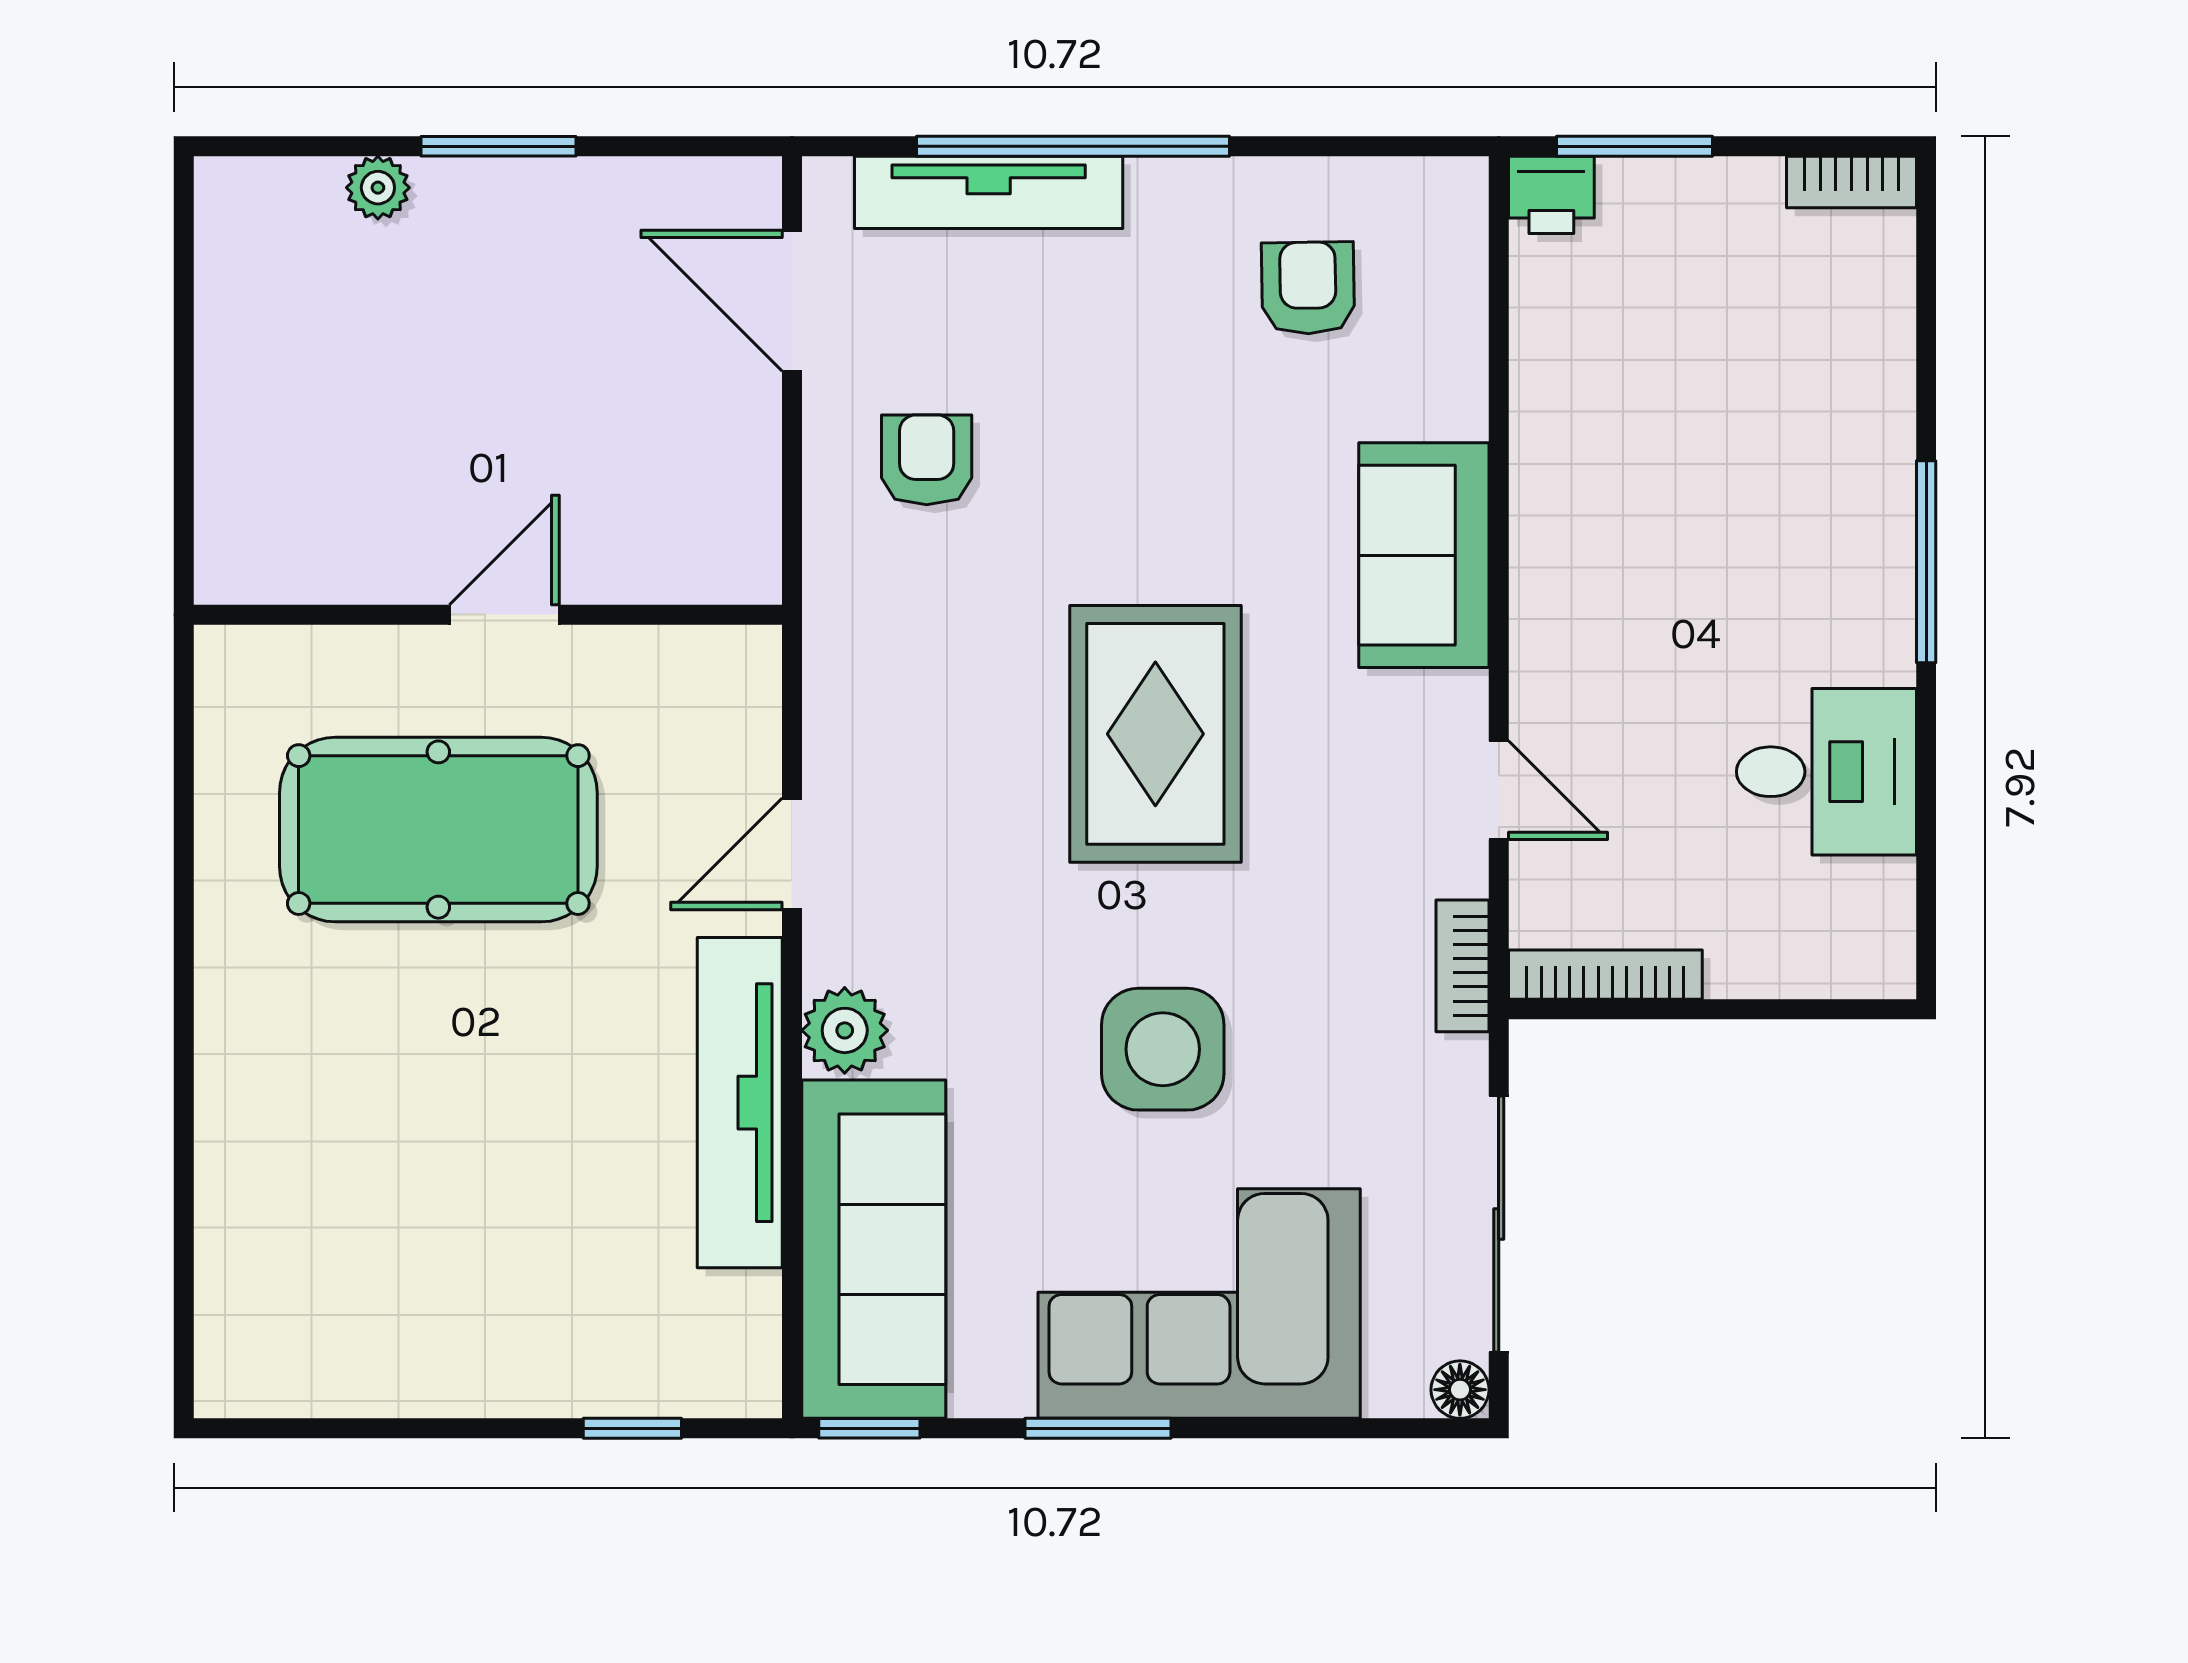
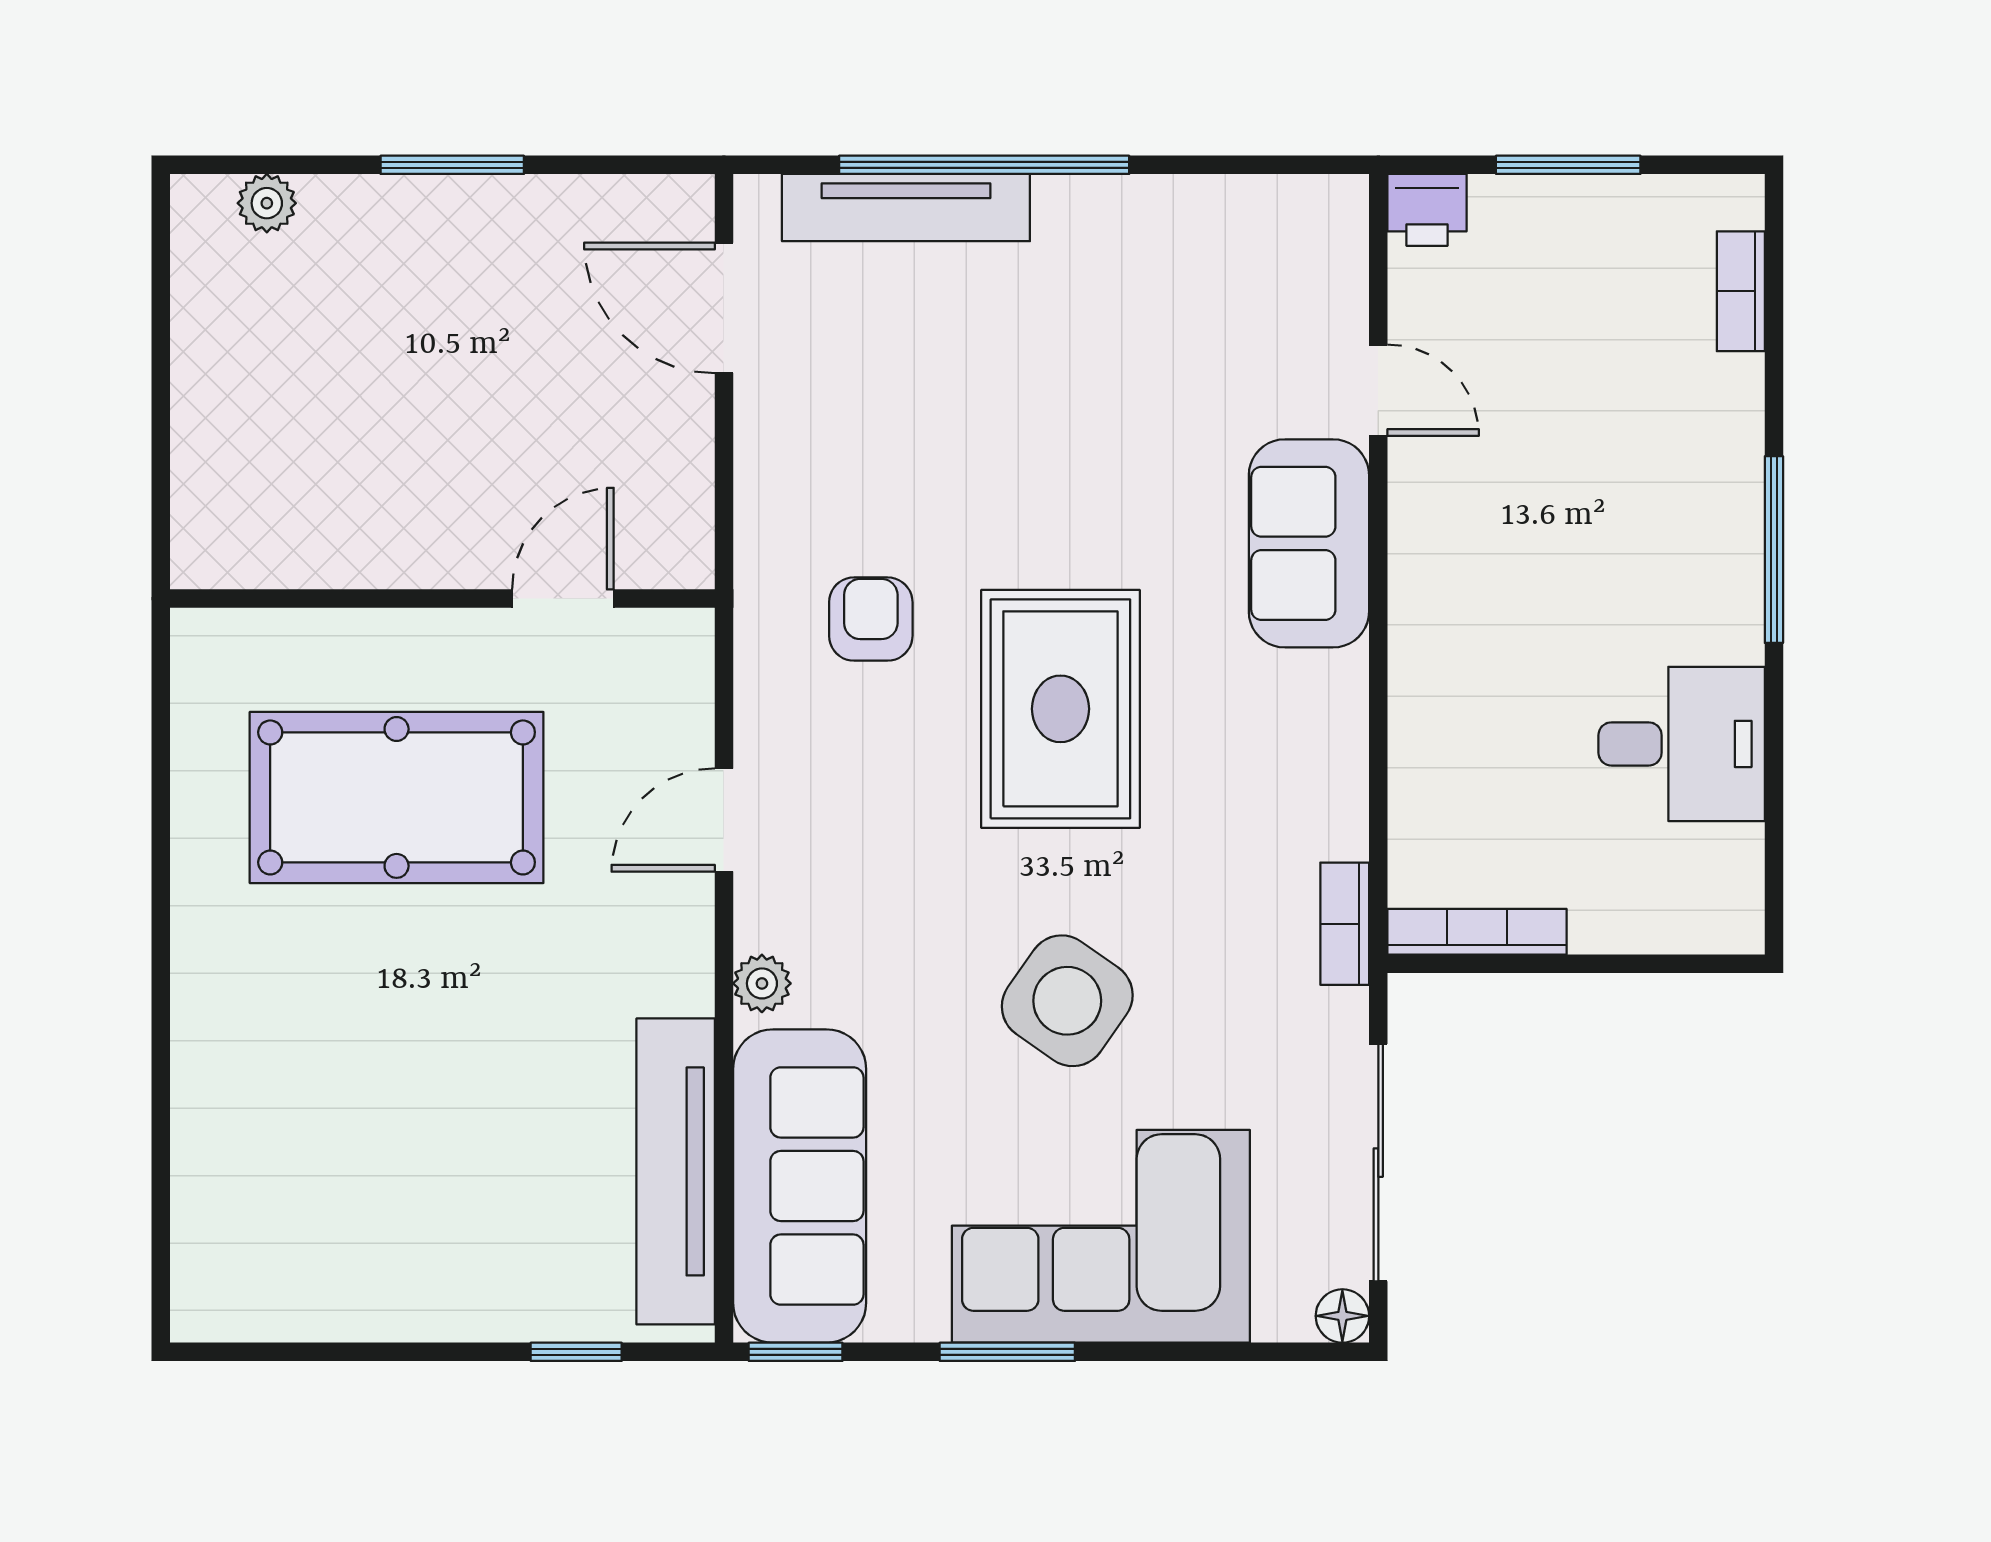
window: (1634, 146) -> (1568, 165), moved
bookcase: (1851, 182) -> (1741, 291), moved, turned 90
plant: (378, 188) -> (267, 203), moved
armchair: (1308, 288) -> (1202, 296), removed
armchair: (927, 460) -> (871, 619), moved
door: (504, 615) -> (563, 599), moved
door: (1499, 790) -> (1378, 390), moved
plant: (845, 1030) -> (762, 983), width x0.73, depth x0.73
side table: (1163, 1049) -> (1067, 1001), turned 35
tv unit: (740, 1103) -> (676, 1171), moved

